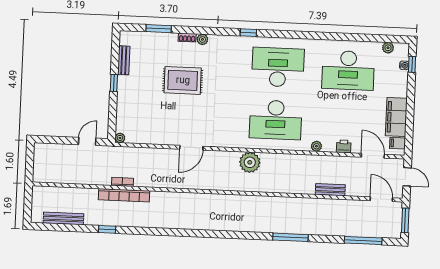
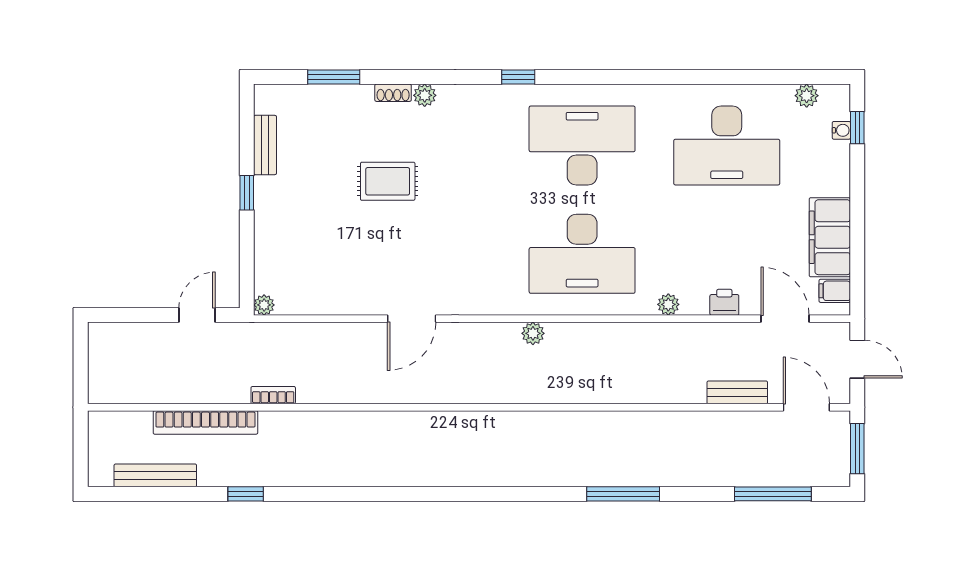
rug: (183, 80) -> (388, 181), width x0.73, depth x0.70
plant: (250, 162) -> (533, 333), width x0.53, depth x0.53
bench: (330, 190) -> (737, 392), moved
bookcase: (124, 195) -> (205, 422), moved

